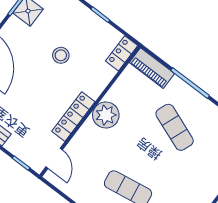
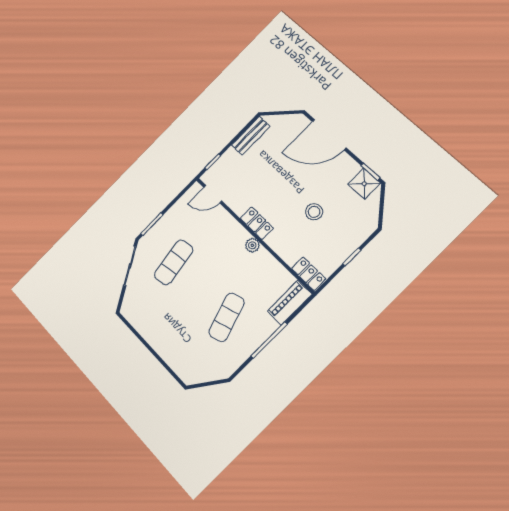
plant: (106, 115) -> (252, 245), width x0.53, depth x0.53
locker: (73, 117) -> (257, 223), width x0.66
exercise mat: (175, 127) -> (226, 317), turned -39

